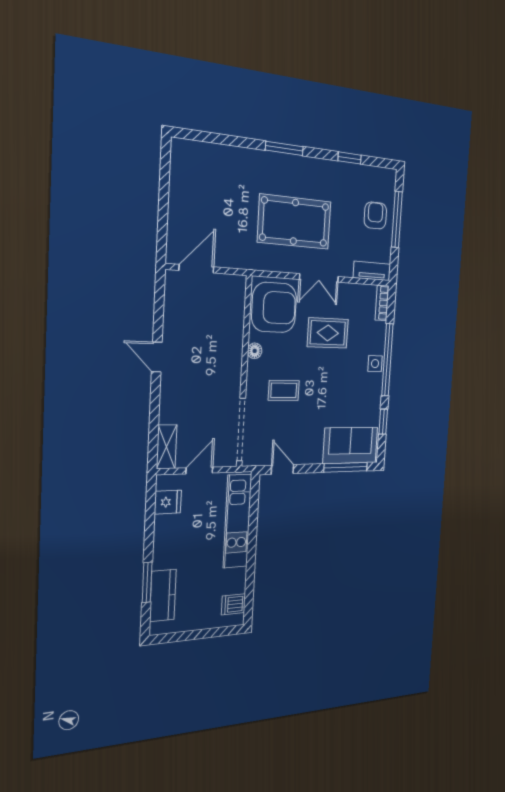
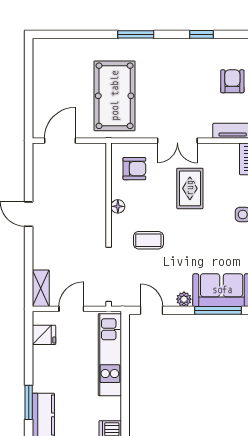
pool table: (294, 222) -> (115, 96), moved, turned 90
armchair: (274, 307) -> (134, 169), width x0.53, depth x0.53
rug: (328, 333) -> (190, 188), turned 90
plant: (315, 456) -> (184, 299), added

